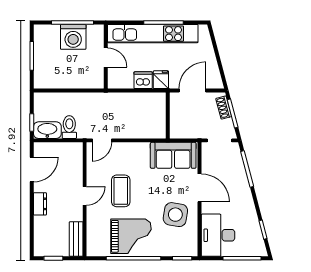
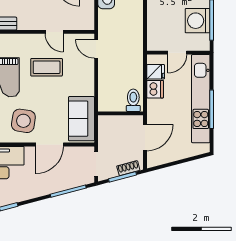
fridge: (161, 80) -> (156, 72), moved
door: (192, 90) -> (145, 138), hinge flipped
toilet: (69, 127) -> (133, 100), moved, turned -90
door: (85, 196) -> (54, 32), moved

